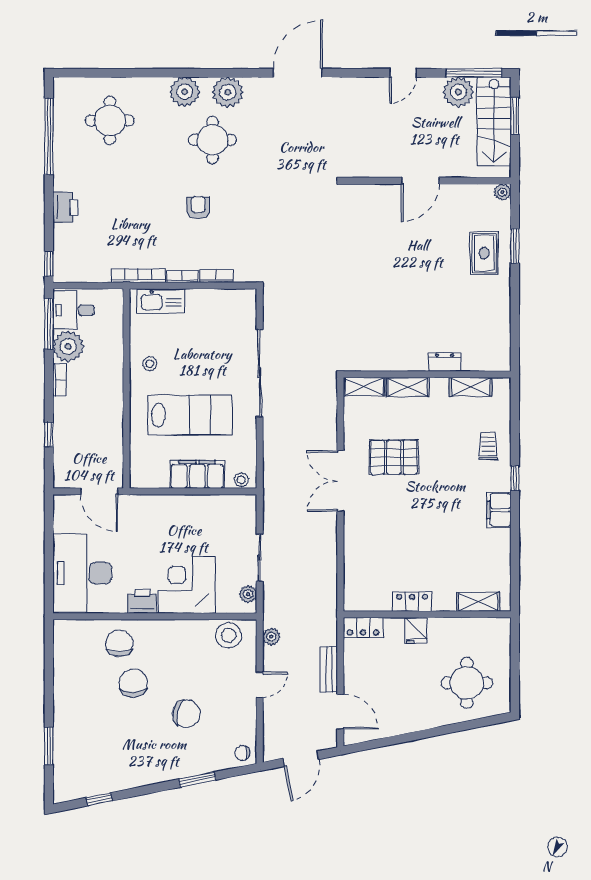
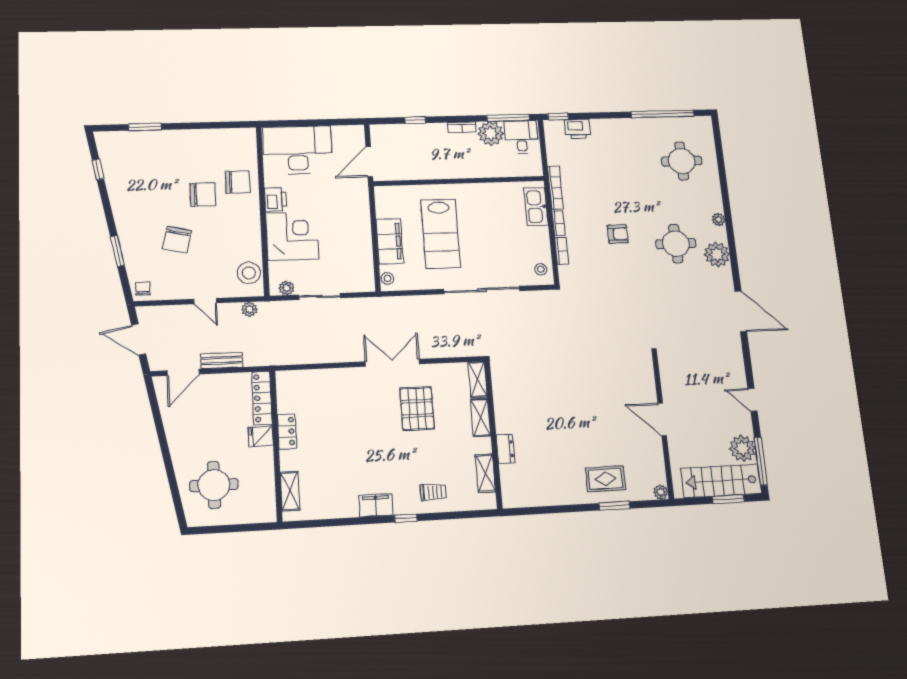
plant: (185, 92) -> (718, 219), width x0.53, depth x0.53
printer: (65, 207) -> (578, 129), moved
stool: (150, 364) -> (541, 269), moved
locker: (363, 627) -> (262, 398), width x1.53

